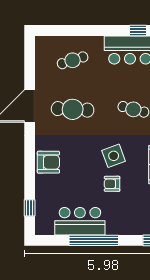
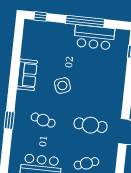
armchair: (48, 162) -> (114, 86), removed
armchair: (112, 184) -> (66, 64), removed

